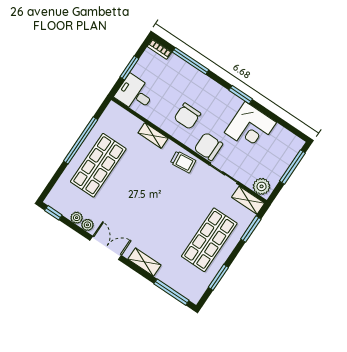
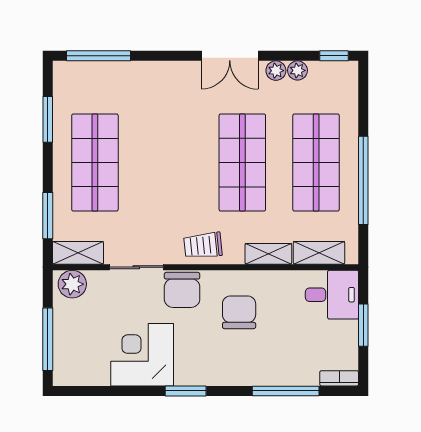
chair: (208, 147) -> (182, 290), turned 90
shop shelf: (135, 190) -> (242, 162), added
shelving: (144, 262) -> (319, 253), moved

